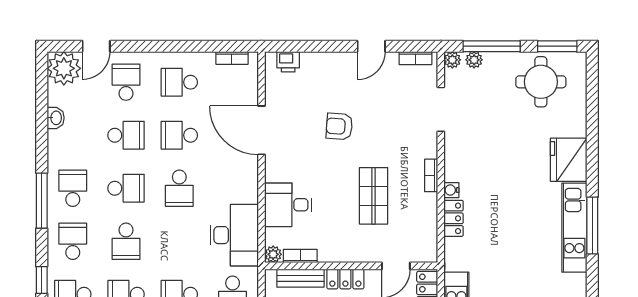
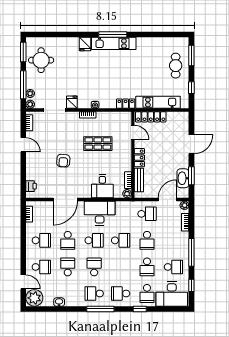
school desk: (126, 82) -> (41, 267), turned 180
school desk: (179, 82) -> (41, 240), turned -90
fridge: (457, 144) -> (72, 102), added
fridge: (569, 160) -> (85, 44), width x0.53, depth x0.75
locker: (454, 218) -> (126, 104), moved
desk: (234, 235) -> (100, 213), moved
school desk: (126, 241) -> (121, 240), moved

